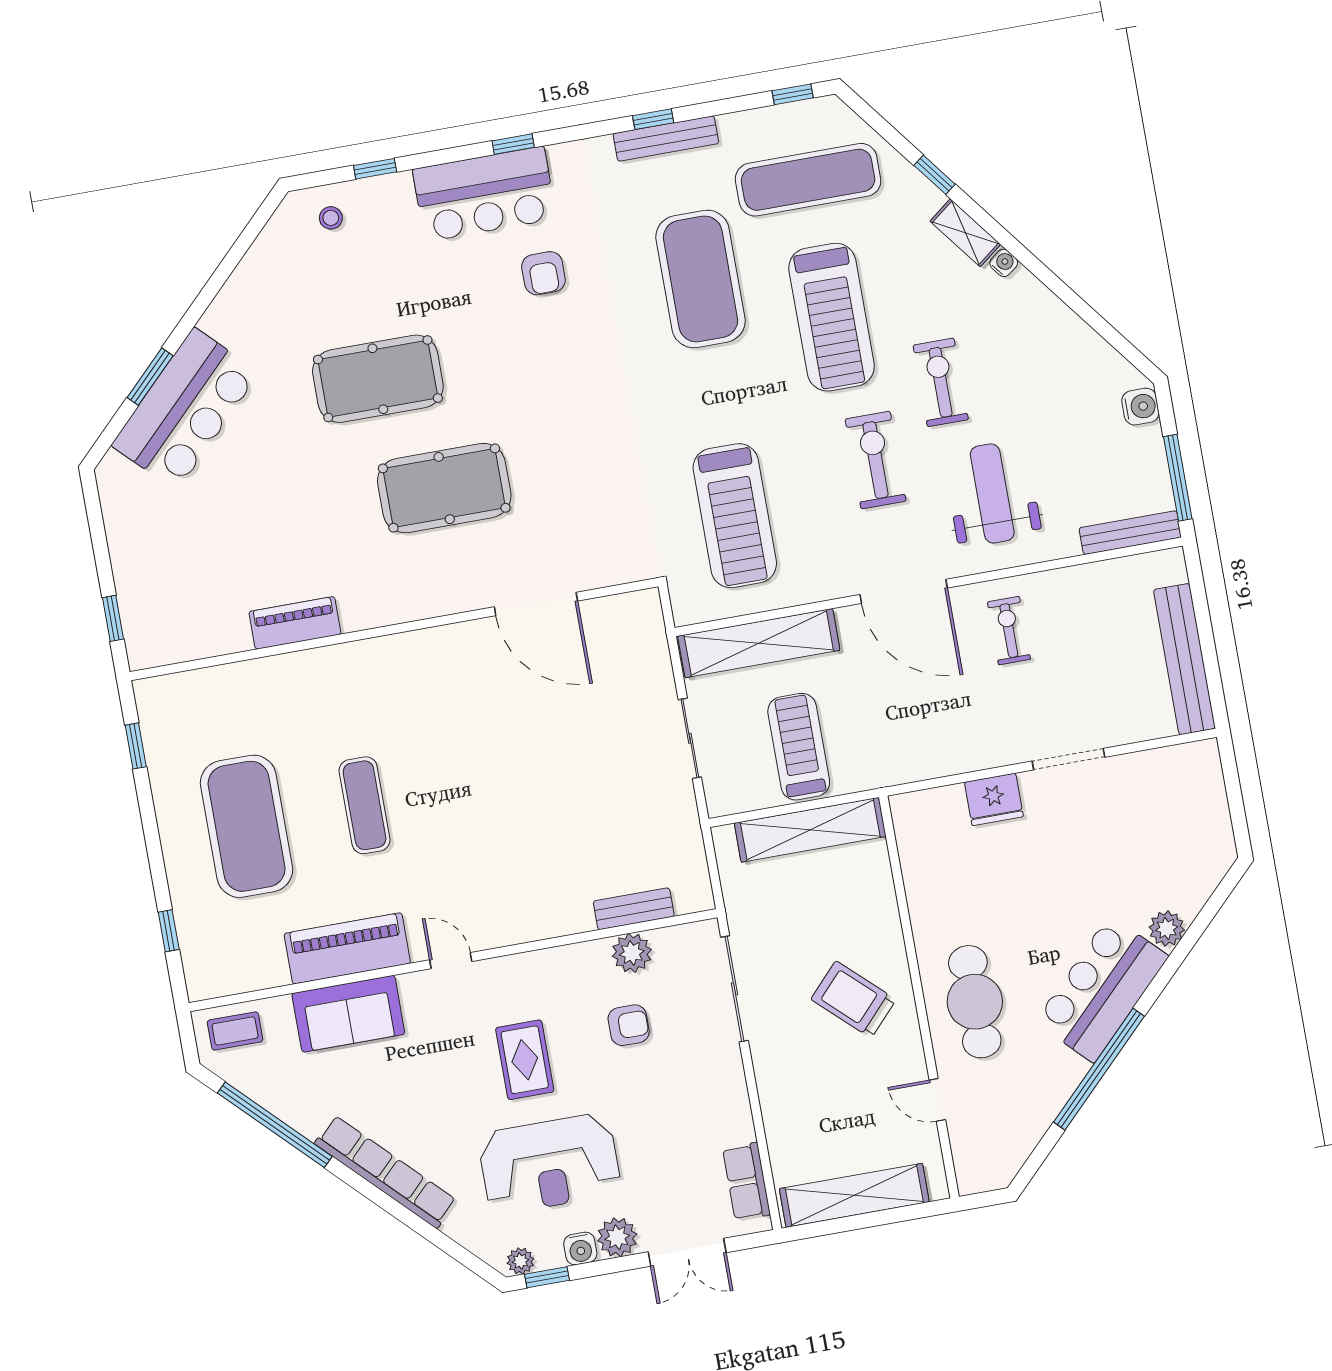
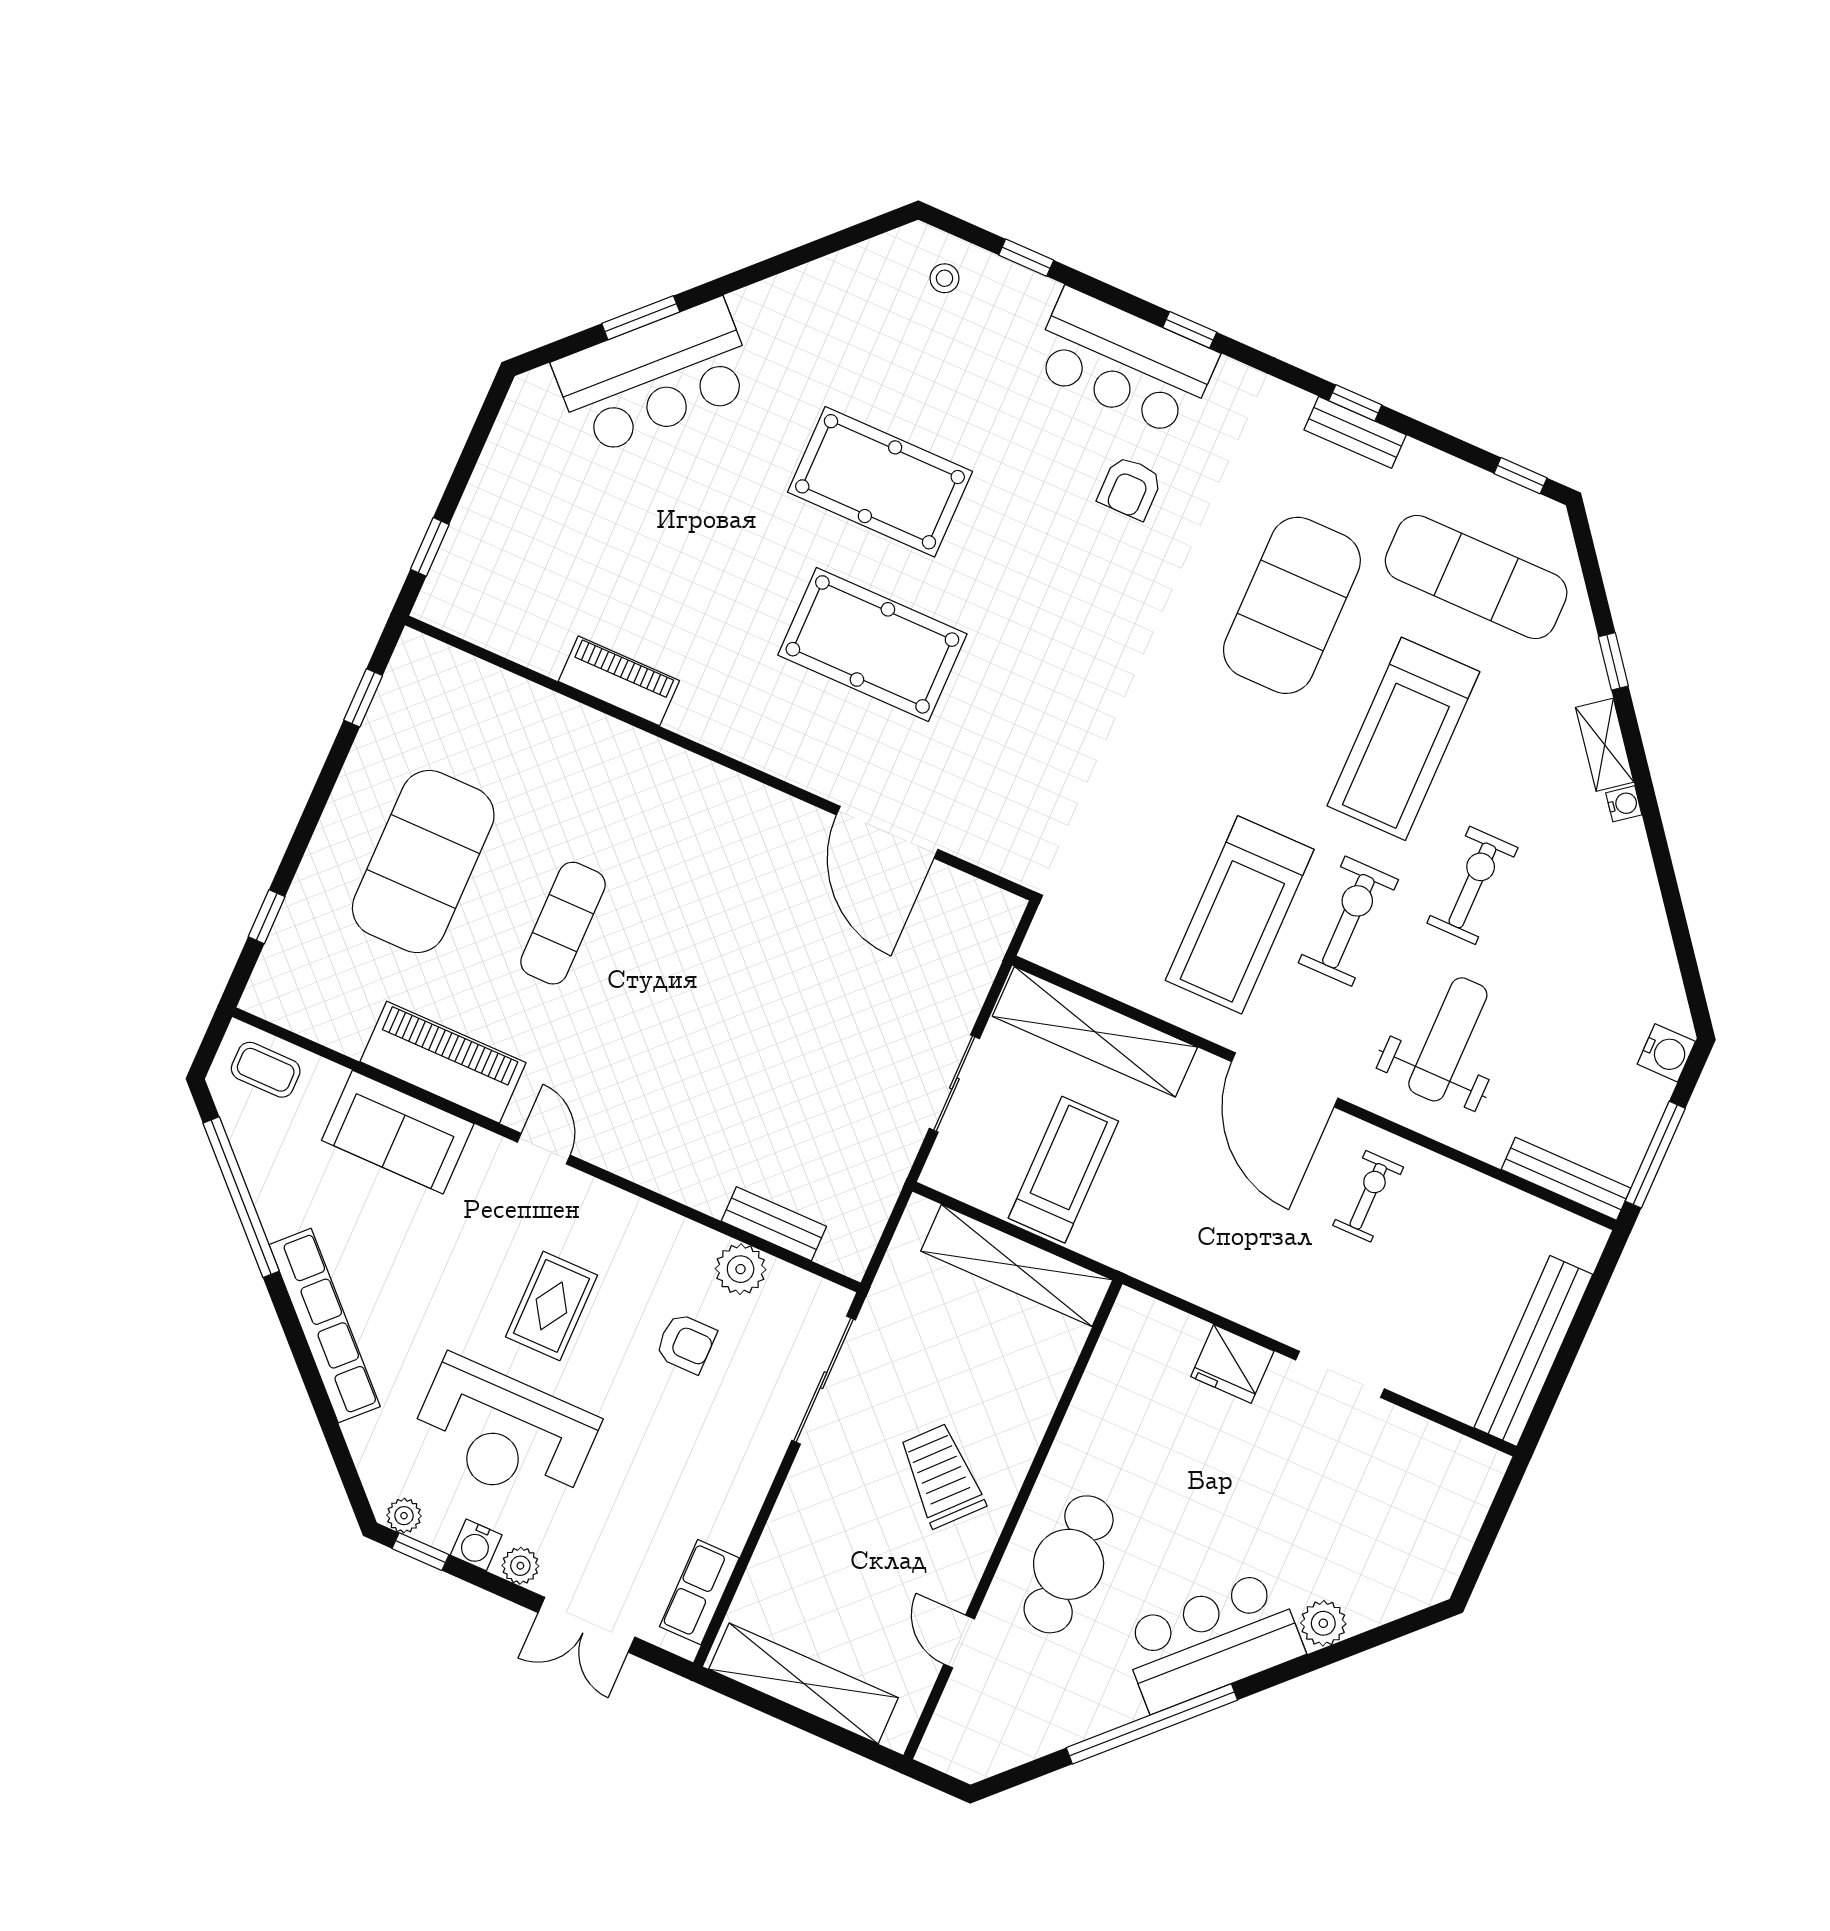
bench: (666, 139) -> (1355, 432), width x0.73
treadmill: (735, 516) -> (1240, 915), moved
plant: (617, 1237) -> (520, 1566), width x0.73, depth x0.73

